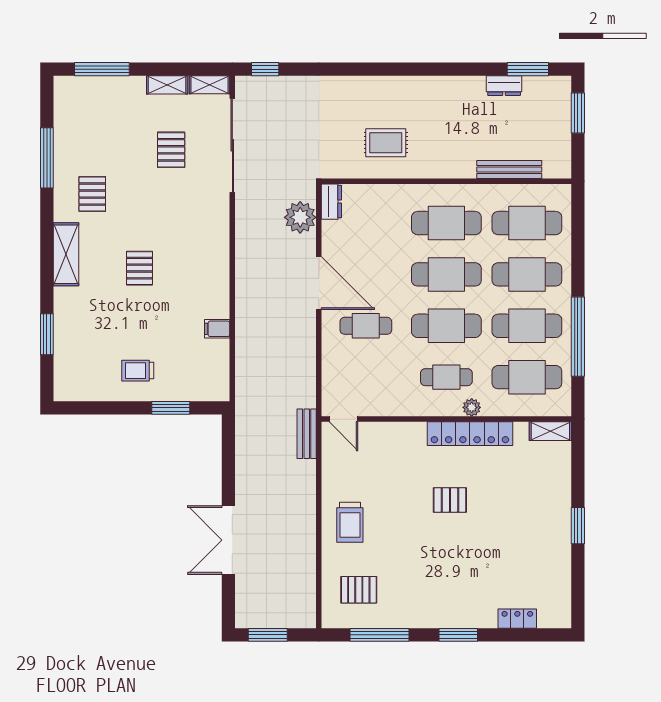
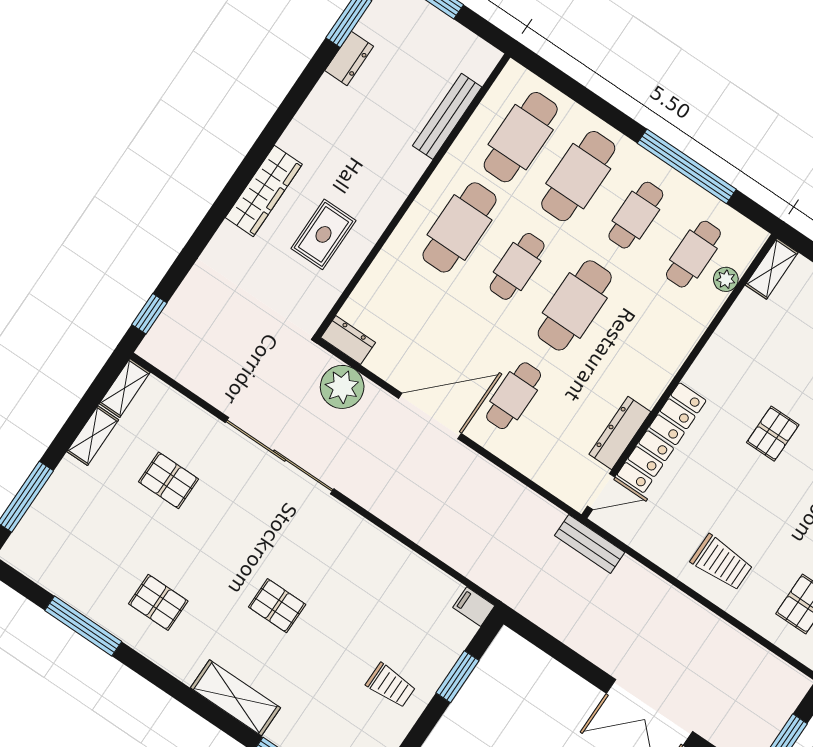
wardrobe: (388, 88) -> (264, 191), added
sliding door: (232, 145) -> (280, 456), moved
shelving: (66, 254) -> (235, 698), moved
cafe table: (446, 274) -> (517, 266), width x0.73, depth x0.74
cafe table: (527, 326) -> (636, 215), width x0.73, depth x0.74
filing cabinet: (217, 329) -> (474, 607), moved, turned 90
trolley: (138, 371) -> (391, 685), turned -90
cafe table: (446, 377) -> (632, 344), removed
cafe table: (527, 377) -> (693, 254), width x0.73, depth x0.74
dresser: (387, 406) -> (620, 433), added
plant: (472, 407) -> (726, 279), moved
locker: (470, 434) -> (662, 438), moved

